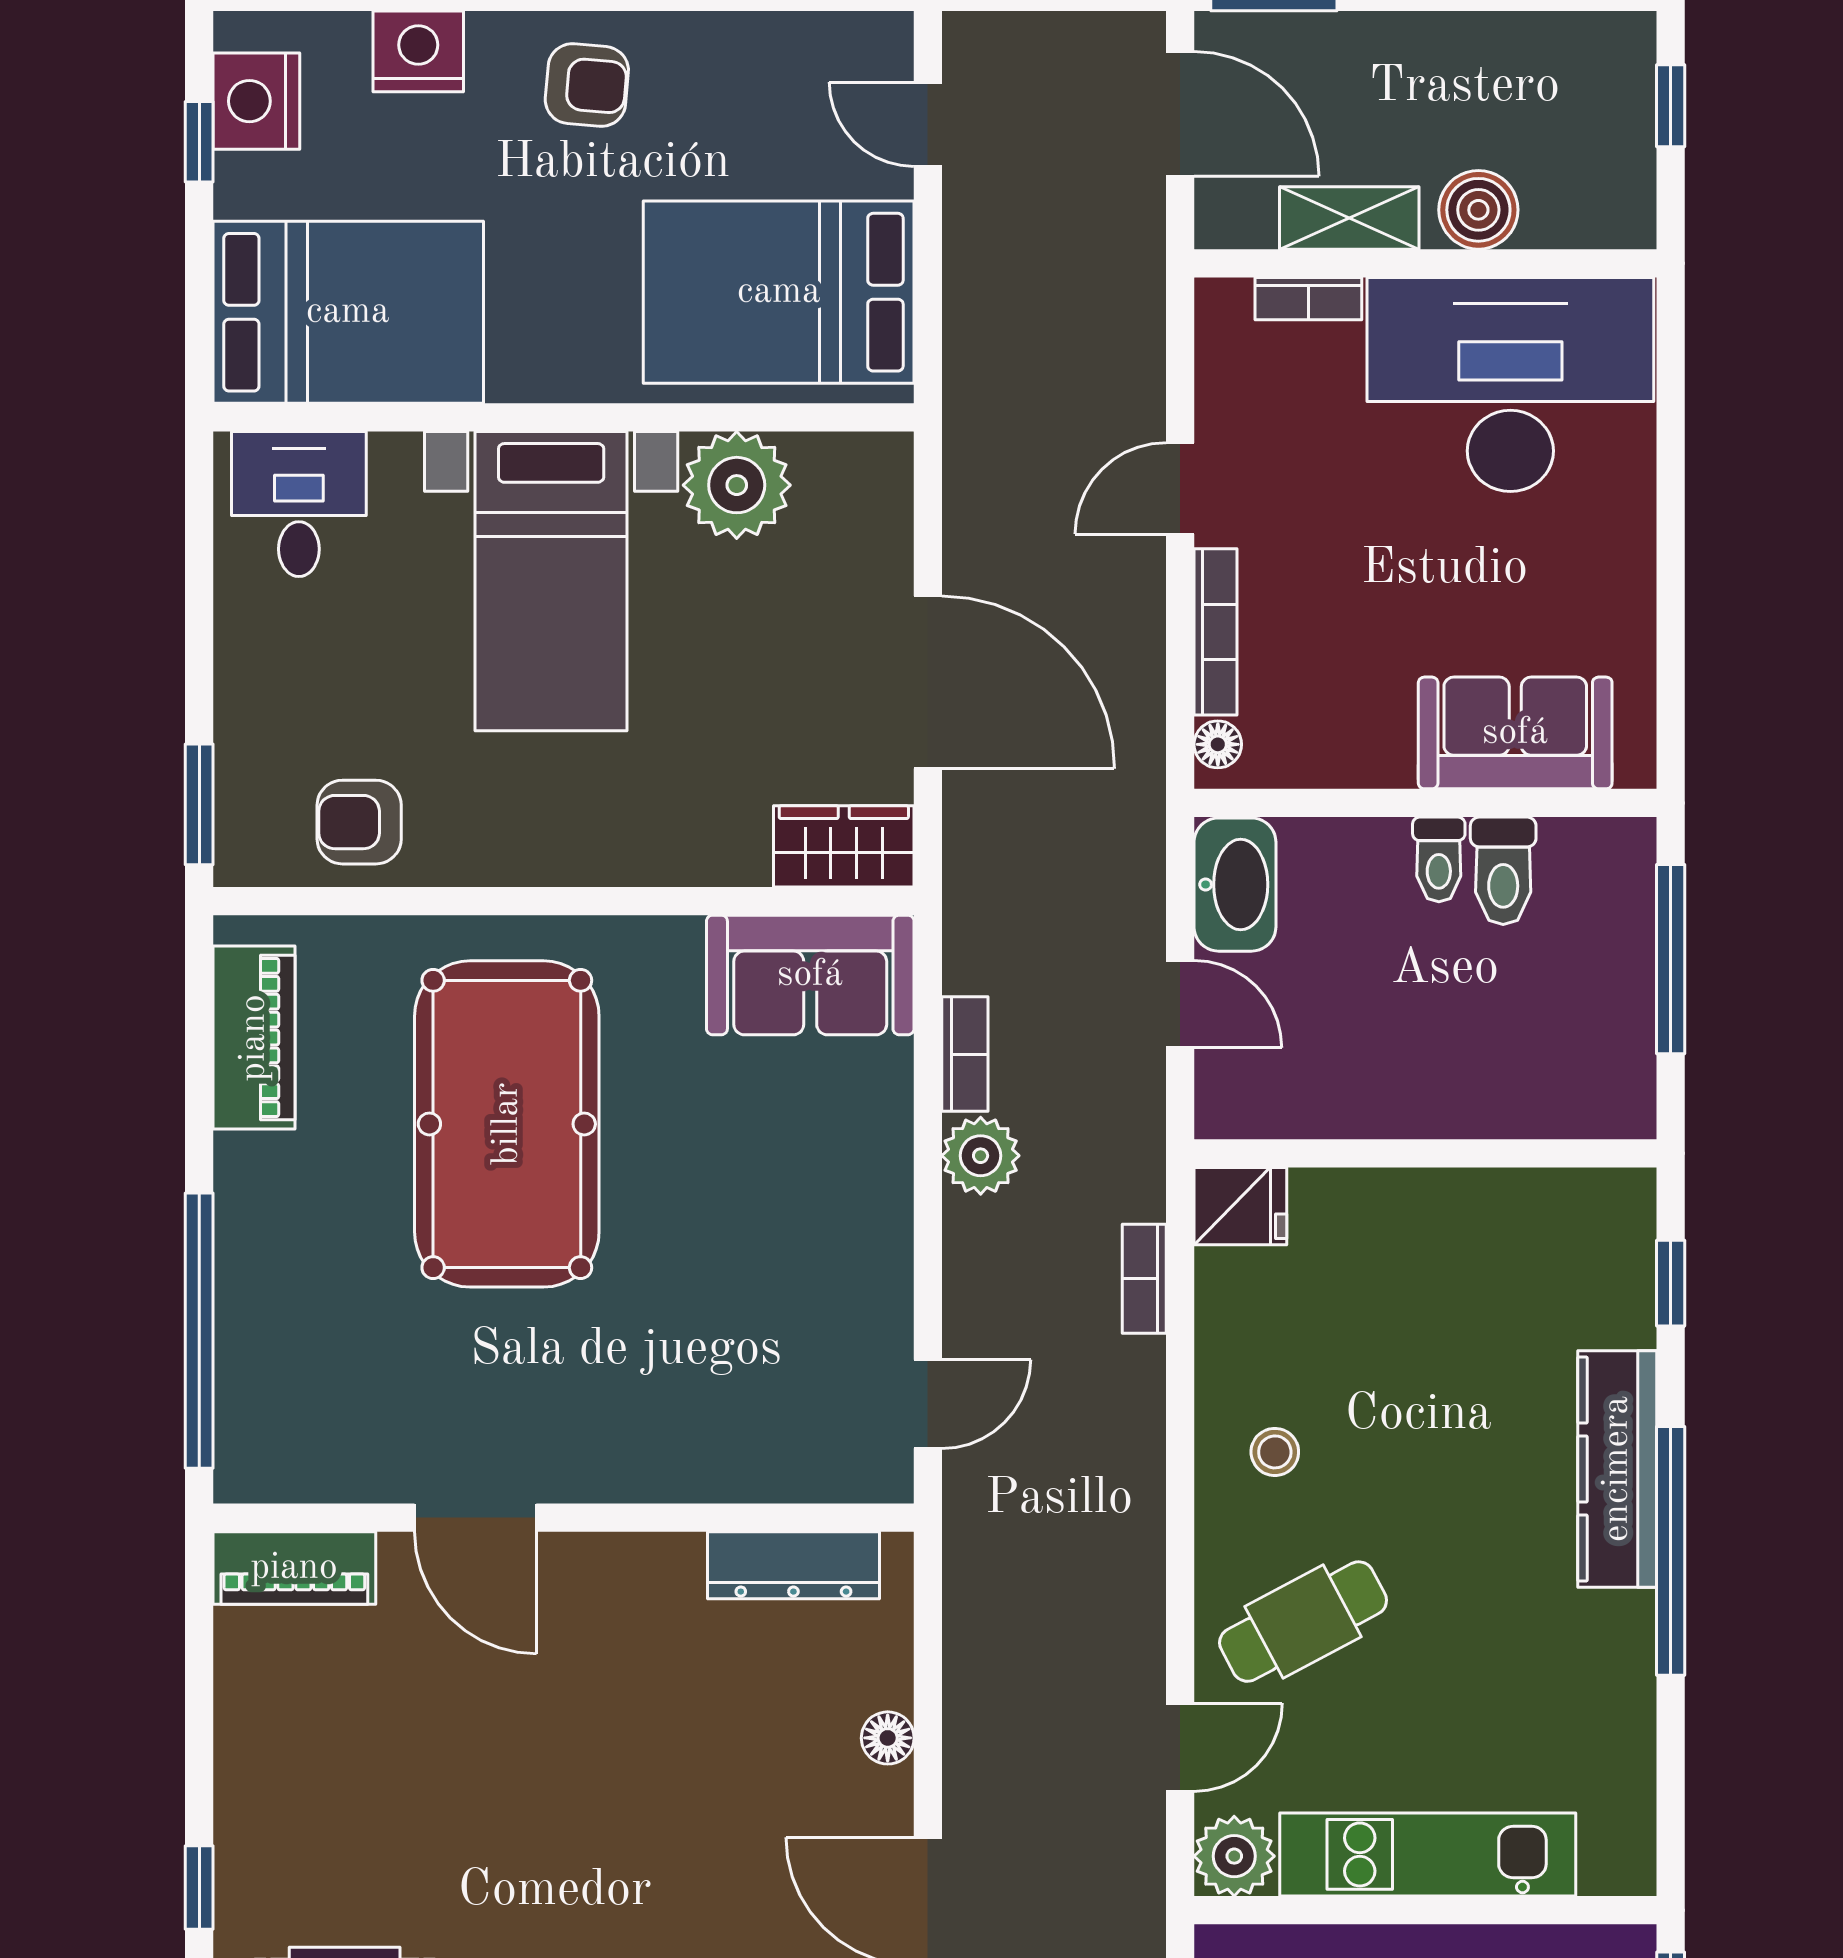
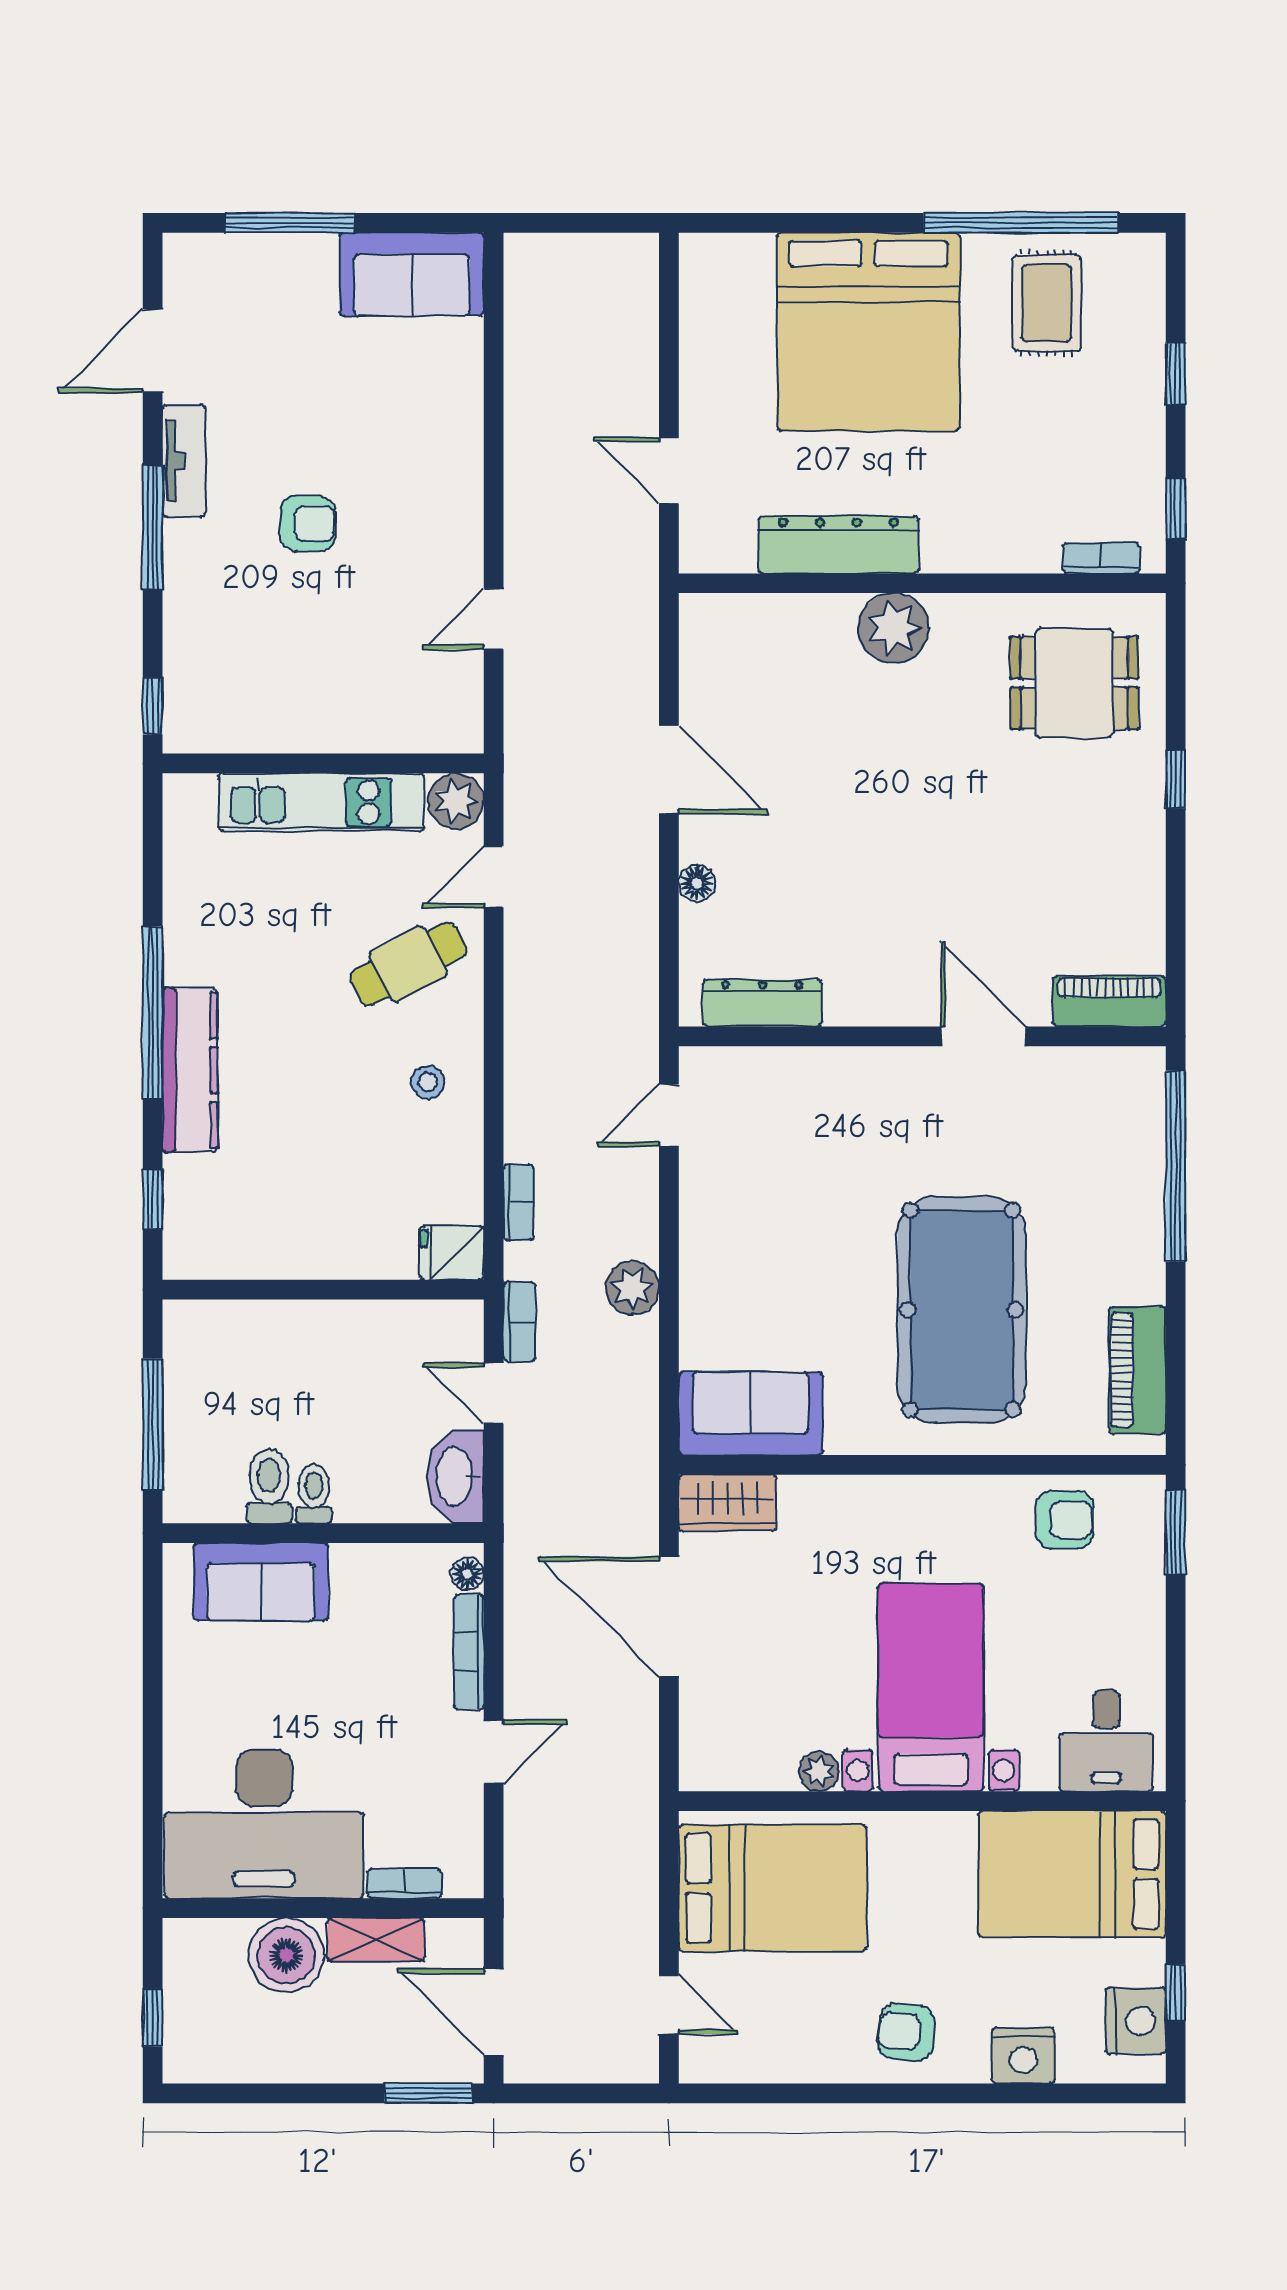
boiler: (1478, 210) -> (286, 1955), width x1.37, depth x1.37
plant: (737, 485) -> (819, 1771), width x0.53, depth x0.53
bookcase: (965, 1054) -> (519, 1322), moved, turned 180

